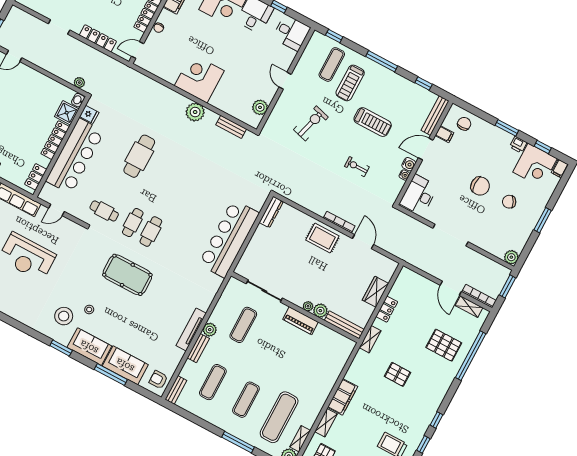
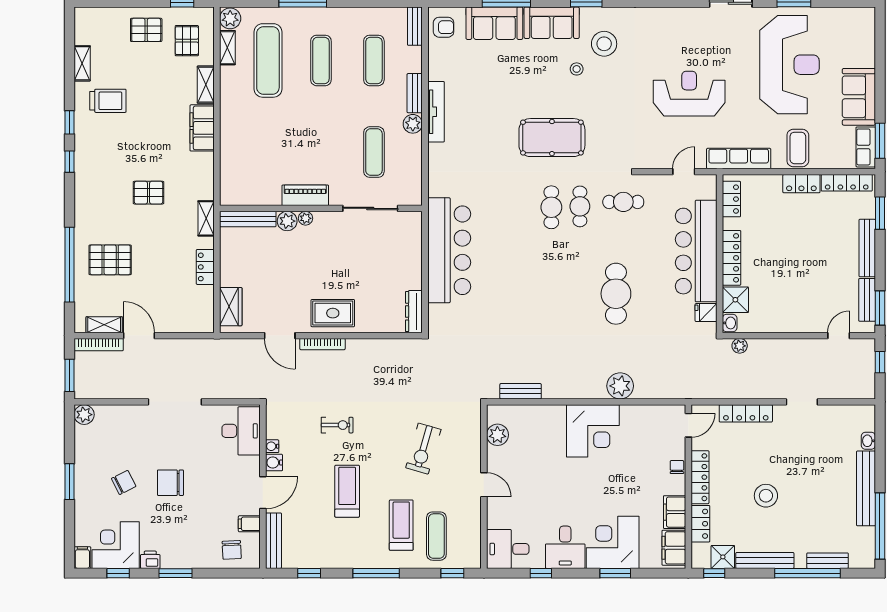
plant: (195, 112) -> (620, 386), moved
treadmill: (373, 122) -> (347, 491), turned 90
wardrobe: (376, 292) -> (231, 307), moved

